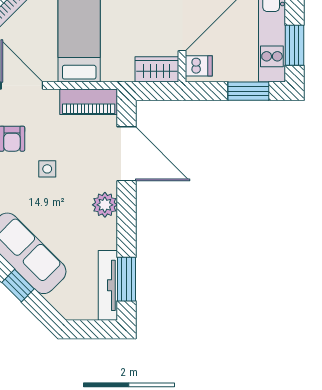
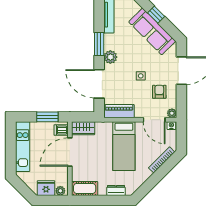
window: (294, 45) -> (11, 141), removed
window: (248, 91) -> (47, 117), moved
window: (126, 279) -> (99, 44), moved

